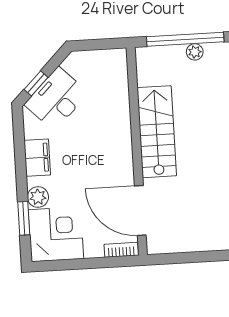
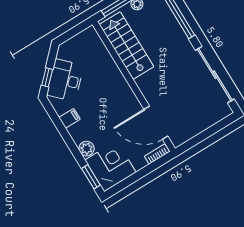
stairs: (157, 132) -> (126, 46), moved
filing cabinet: (37, 158) -> (69, 118), width x0.50
window: (24, 218) -> (91, 177), moved

